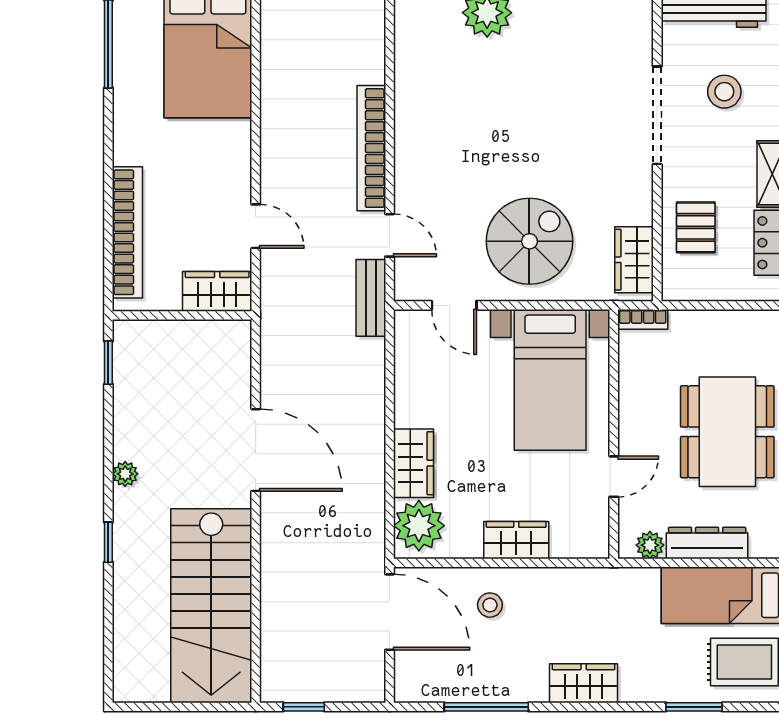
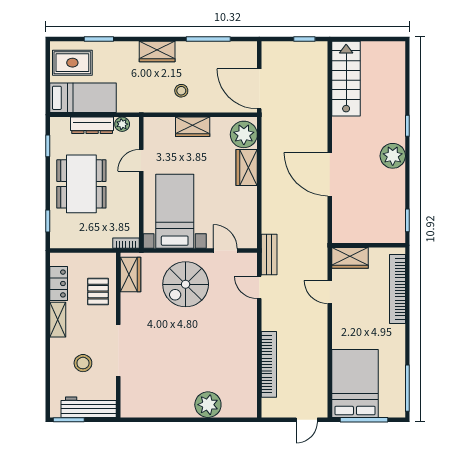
bookcase: (371, 148) -> (269, 364), moved
plant: (125, 474) -> (393, 156), width x1.88, depth x1.88
stool: (490, 605) -> (181, 91), moved
stairs: (211, 606) -> (346, 79), width x0.73, depth x0.66

